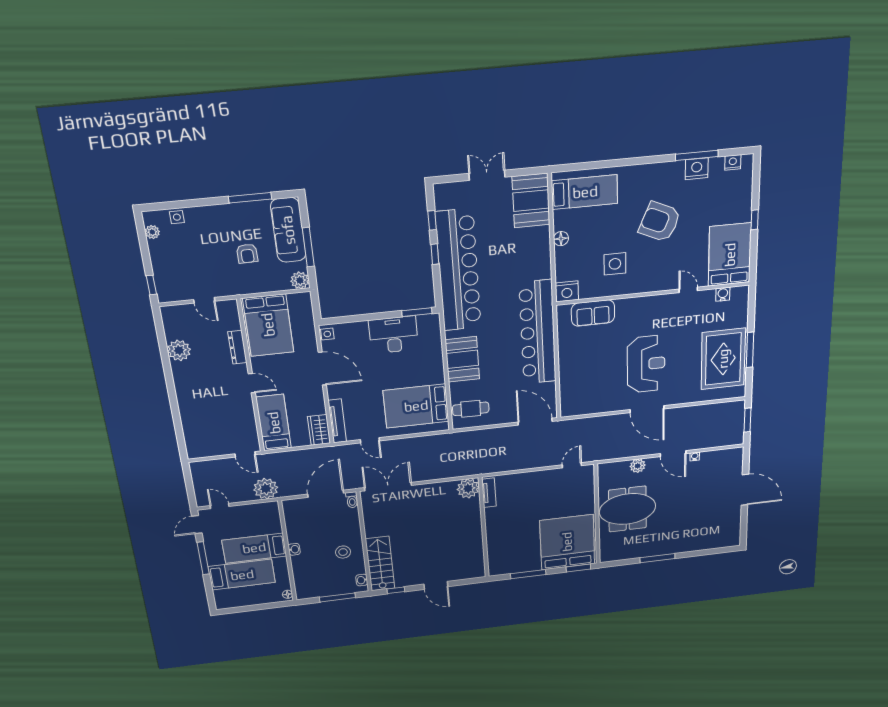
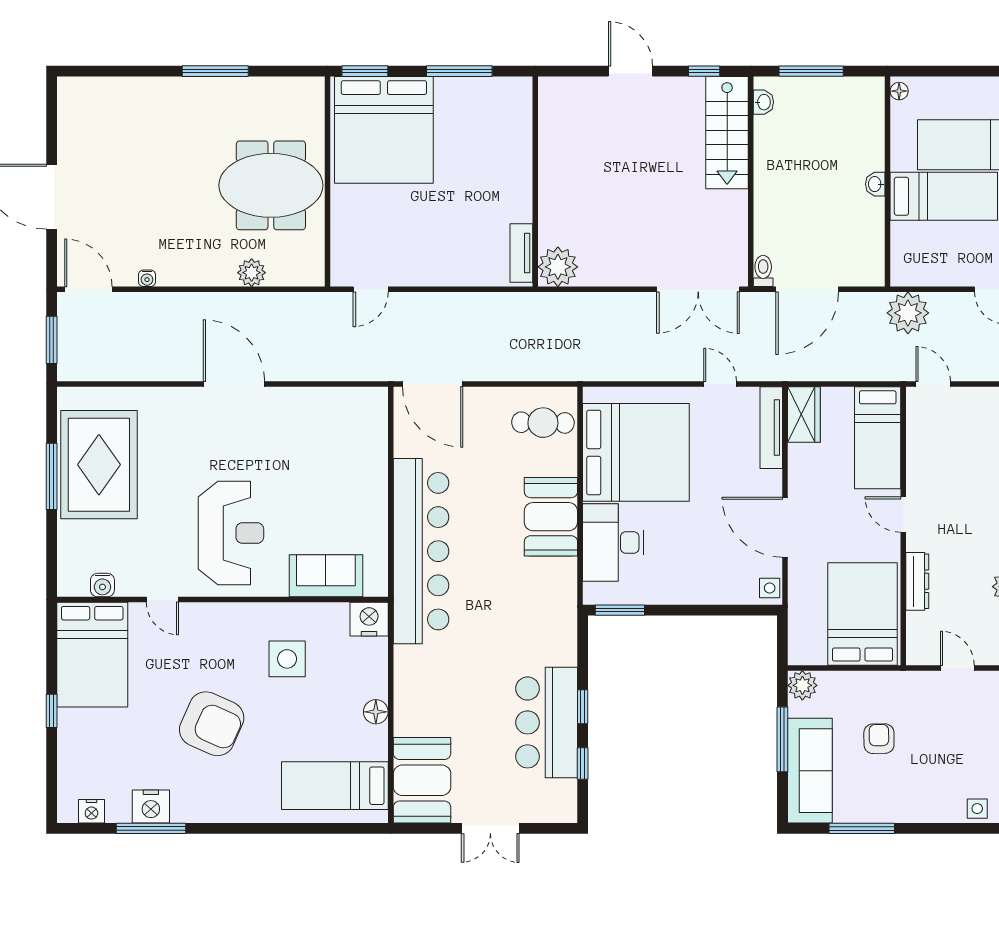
bar counter: (458, 270) -> (547, 722), width x0.54
desk: (394, 335) -> (613, 543), moved, turned 90
reception desk: (646, 364) -> (231, 533), moved, turned 180
bed: (416, 406) -> (636, 452), width x1.36
door: (673, 454) -> (88, 289), moved
stool: (343, 552) -> (790, 166), removed

